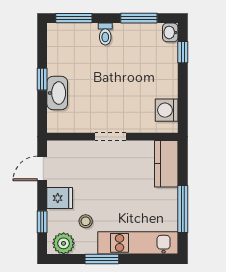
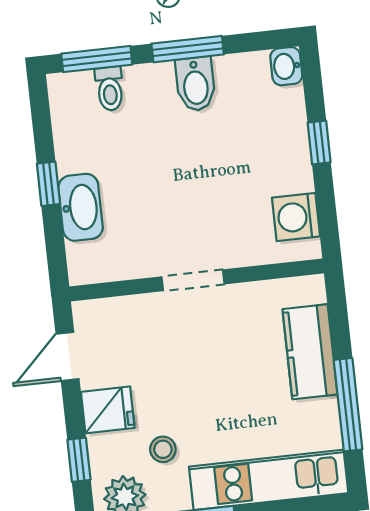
window: (139, 18) -> (188, 49), moved
toilet: (105, 34) -> (110, 89), moved
bidet: (123, 36) -> (195, 84), added
window: (183, 52) -> (319, 143), moved
kitchen counter: (166, 164) -> (310, 352), moved

